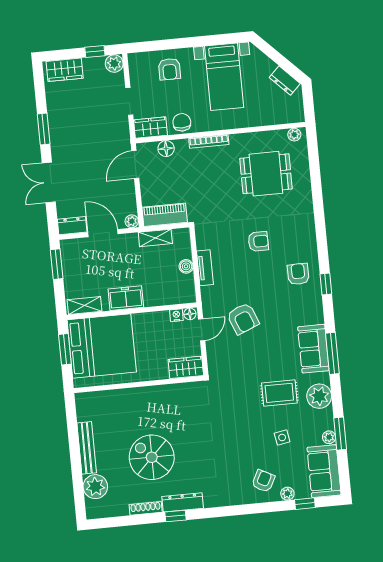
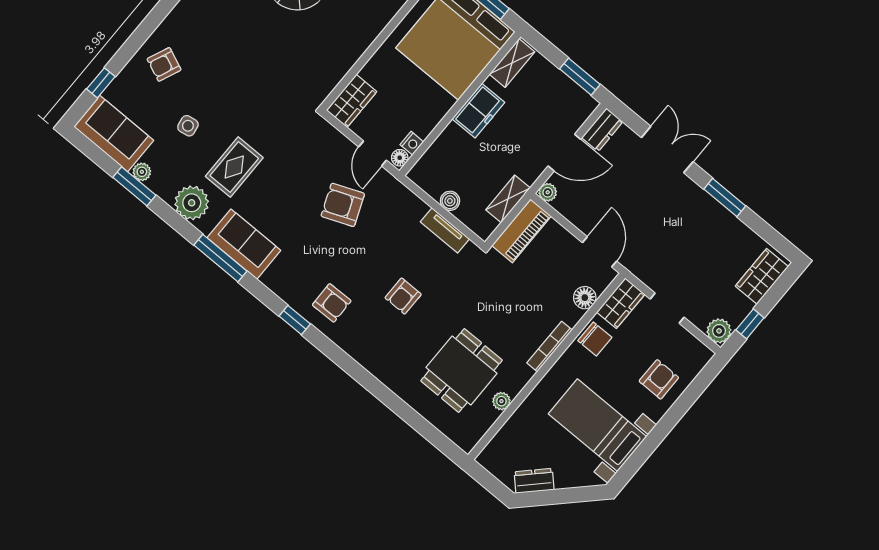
armchair: (169, 69) -> (659, 379), turned 90
plant: (294, 135) -> (501, 401), moved
tv unit: (205, 268) -> (445, 230), moved
armchair: (263, 481) -> (164, 64), turned 86
plant: (287, 494) -> (128, 76), removed

